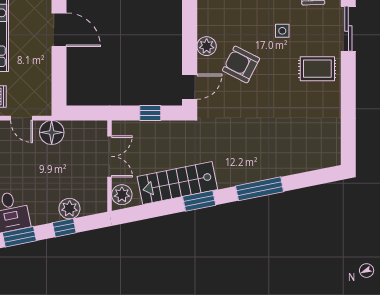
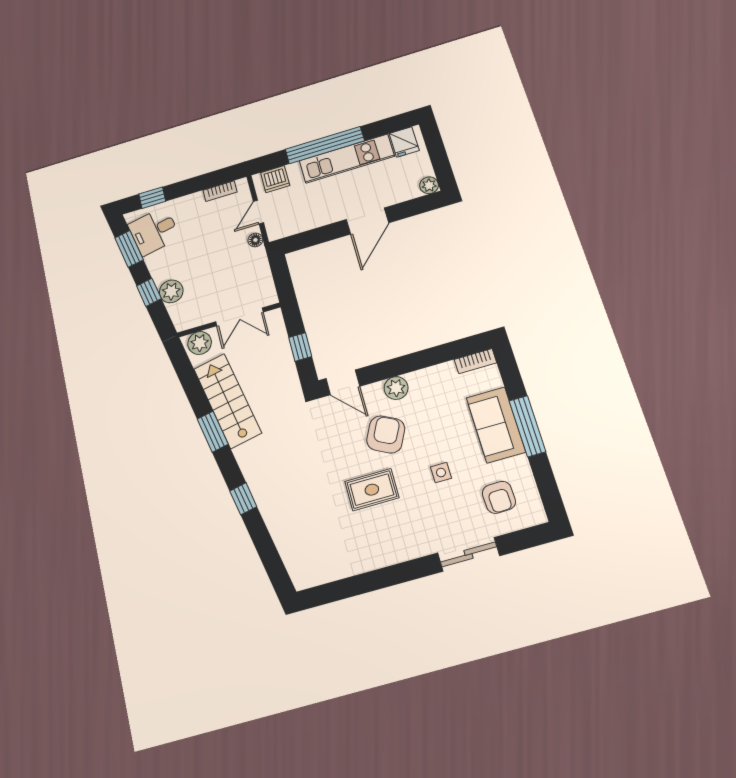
rug: (317, 69) -> (372, 490), moved, turned 90
floor lamp: (52, 132) -> (255, 240), width x0.53, depth x0.53
window: (260, 189) -> (243, 499), width x0.46

